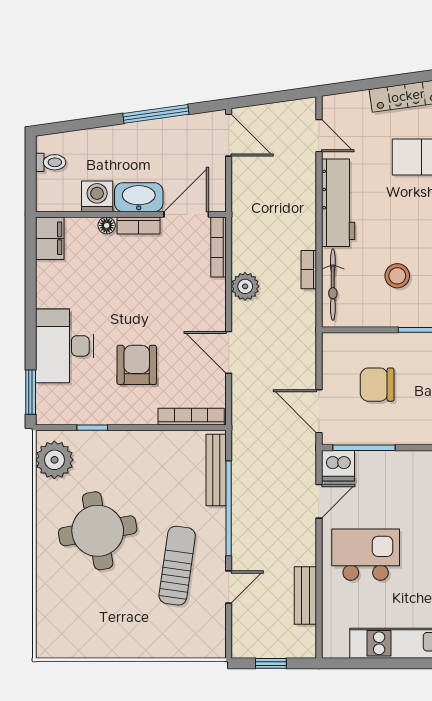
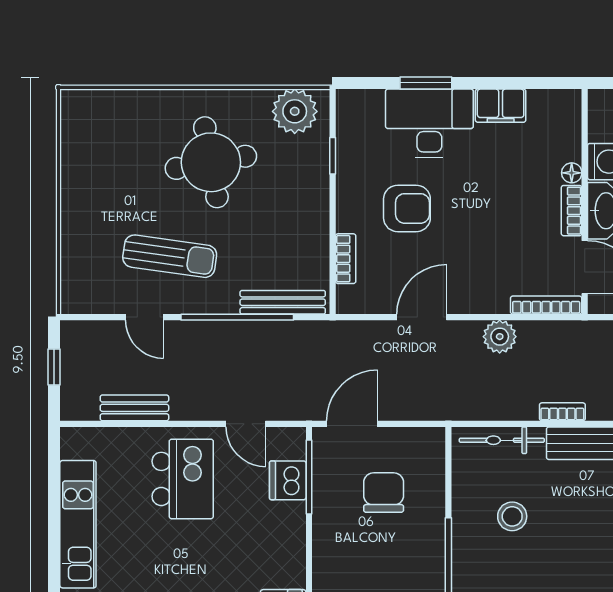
filing cabinet: (50, 238) -> (501, 106), moved
bookcase: (309, 270) -> (562, 412), moved
window: (31, 392) -> (426, 83), moved
bookcase: (191, 417) -> (346, 259), width x0.64
dishwasher: (338, 466) -> (288, 480), moved

